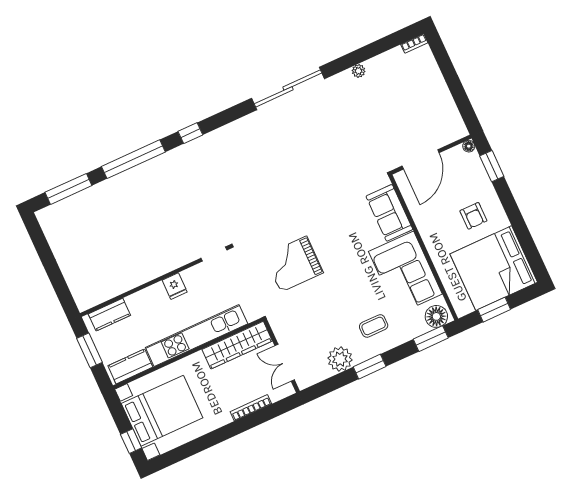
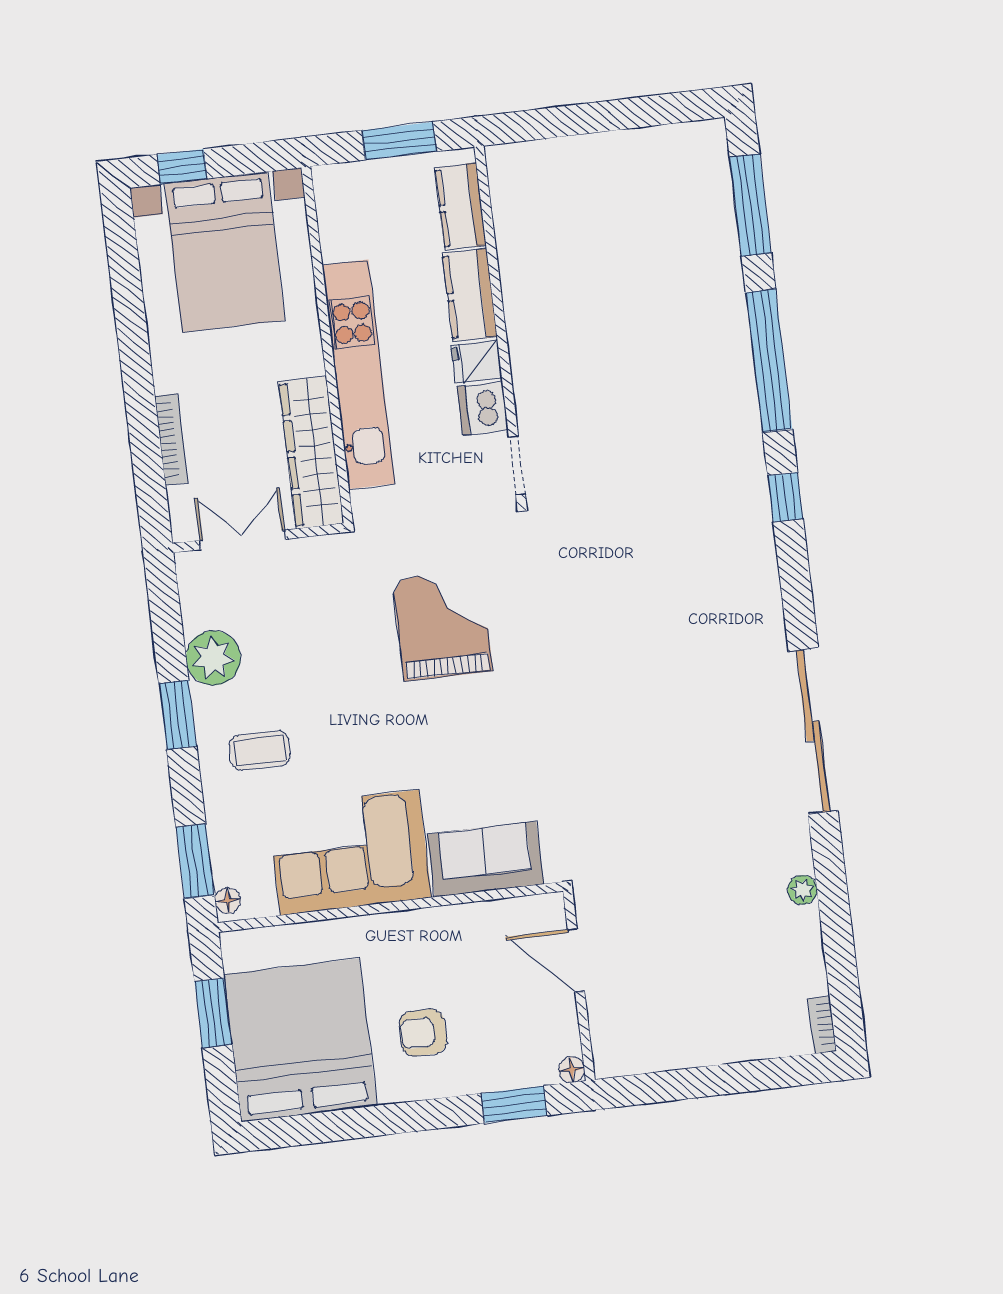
door: (421, 159) -> (576, 960), width x0.73
dishwasher: (194, 277) -> (483, 408), added
floor lamp: (436, 316) -> (228, 900), width x0.53, depth x0.53
coffee table: (374, 326) -> (260, 750), turned 90
kitchen counter: (130, 366) -> (470, 295), moved, turned 180

